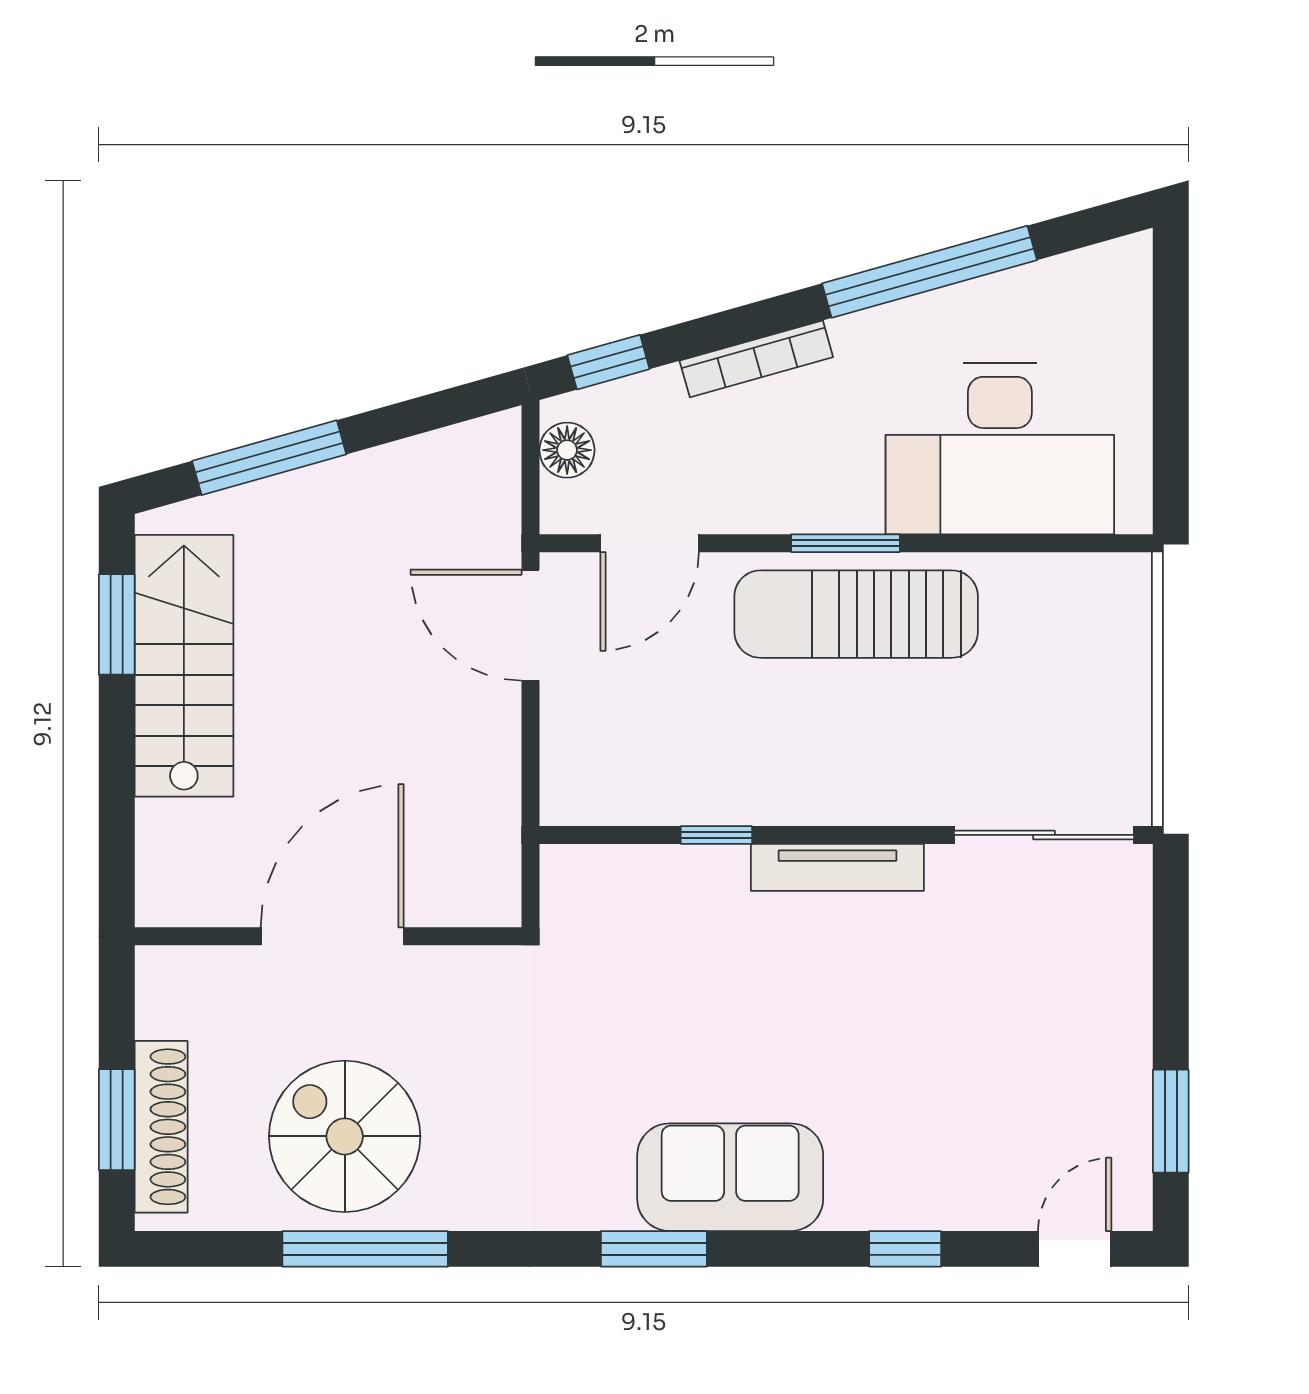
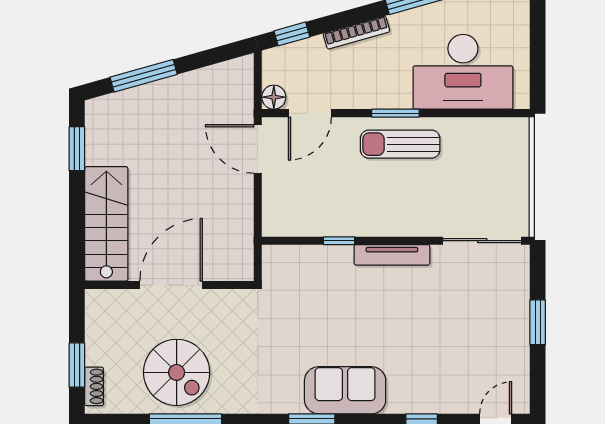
floor lamp: (567, 450) -> (274, 97), moved
sun lounger: (856, 614) -> (400, 144), width x0.73, depth x0.75
stairs: (184, 666) -> (106, 224), moved
window: (1171, 1121) -> (538, 322), moved
shoe rack: (161, 1127) -> (94, 386), width x0.51, depth x0.81
spiral stairs: (345, 1136) -> (177, 372), turned 180

